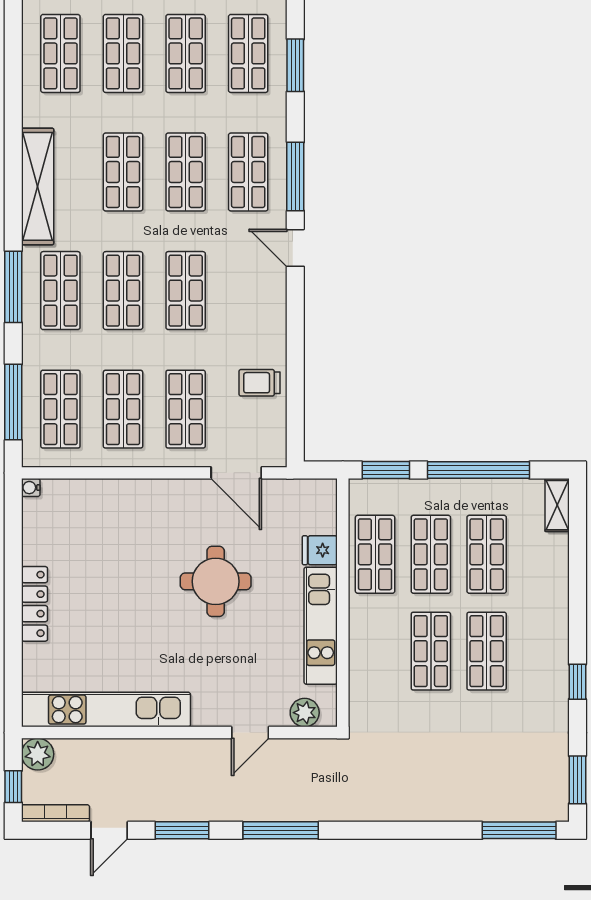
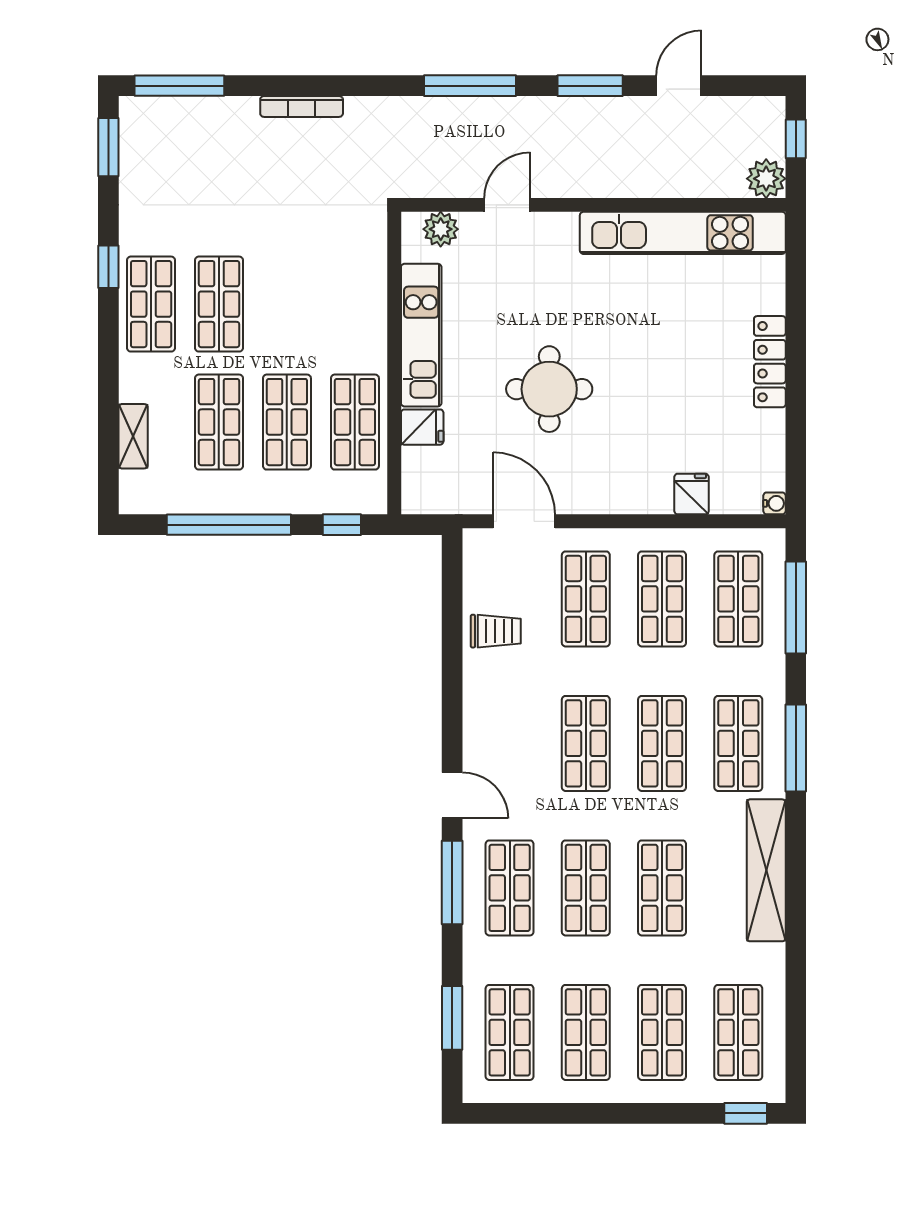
window: (386, 470) -> (342, 525), width x0.67
fridge: (99, 495) -> (692, 494), added
shelving: (557, 505) -> (133, 436), moved
shop shelf: (431, 651) -> (151, 304), moved
bookcase: (56, 813) -> (302, 106), moved

